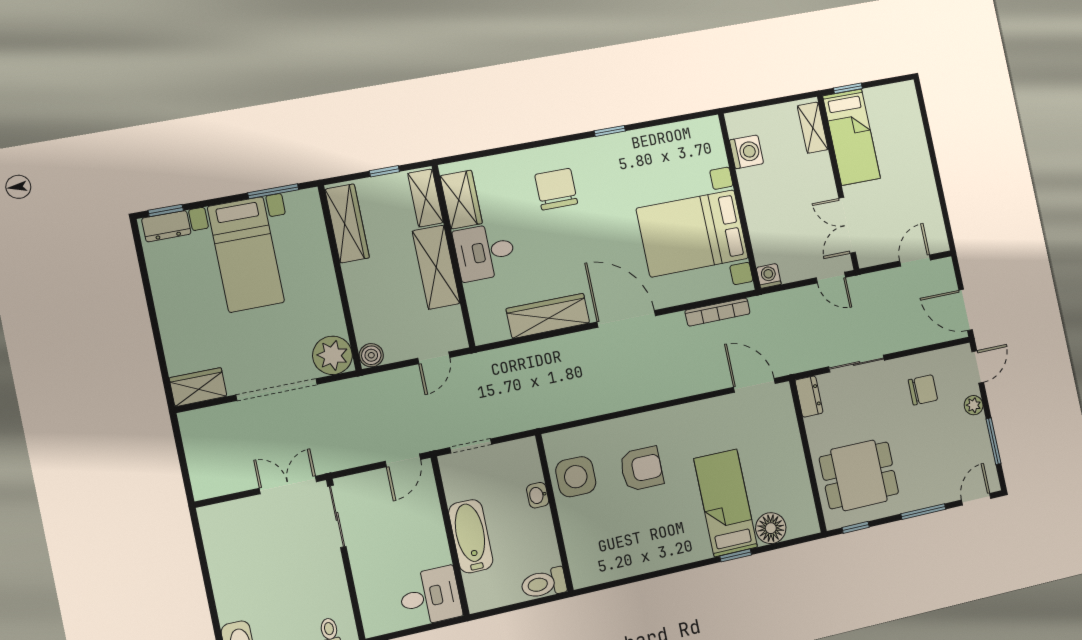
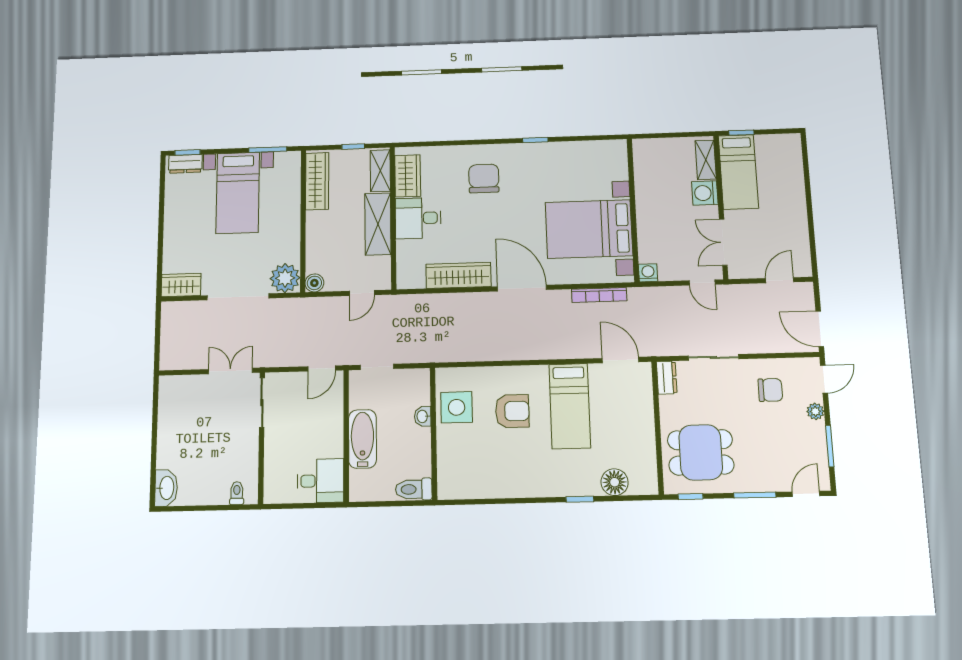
washing machine: (747, 152) -> (705, 193), moved, turned 180
bed: (726, 503) -> (570, 406), moved, turned 180

